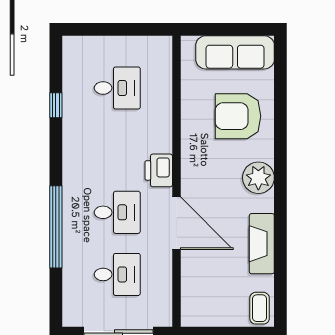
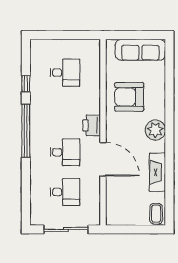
armchair: (238, 116) -> (129, 97), moved
window: (56, 227) -> (26, 131), moved

